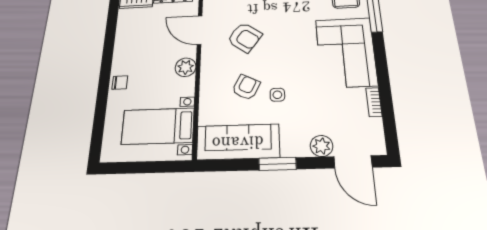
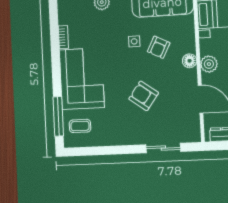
armchair: (245, 37) -> (144, 96), moved
floor lamp: (209, 71) -> (190, 61), added

